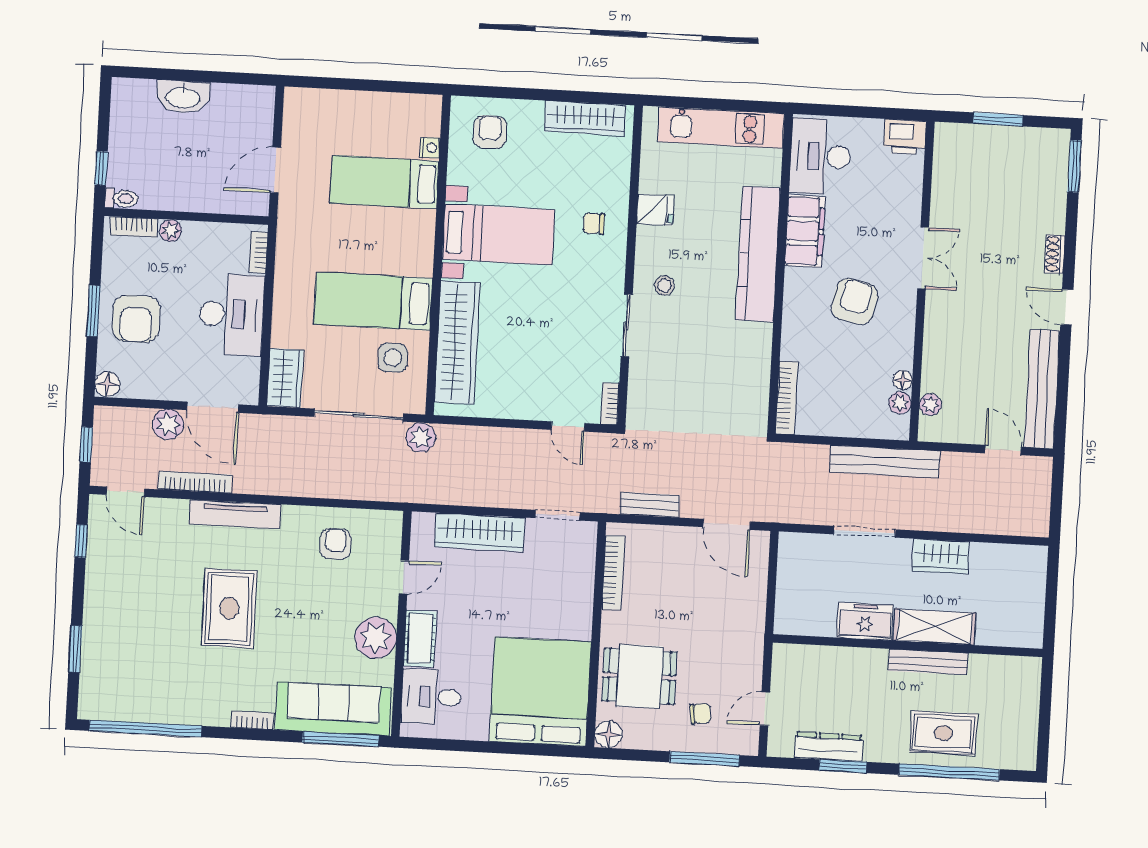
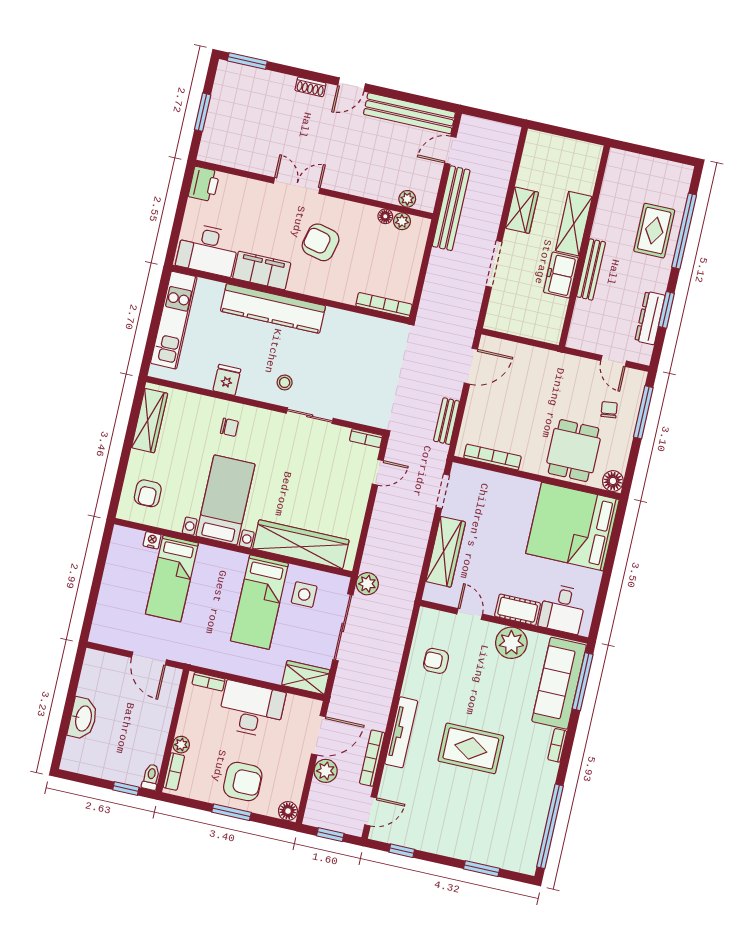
armchair: (490, 132) -> (148, 493), turned -90
chair: (594, 223) -> (229, 427), turned -90
bench: (885, 461) -> (451, 208), moved
bench: (928, 662) -> (591, 269), moved

